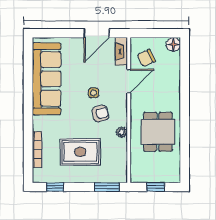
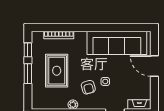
door: (96, 33) -> (154, 66), moved
window: (107, 187) -> (28, 74), moved

